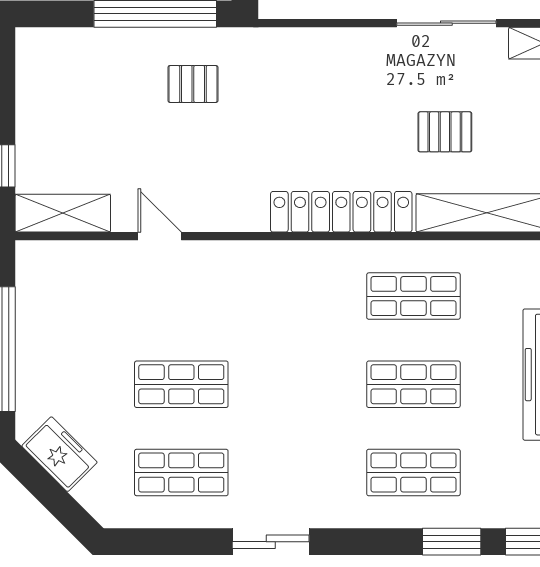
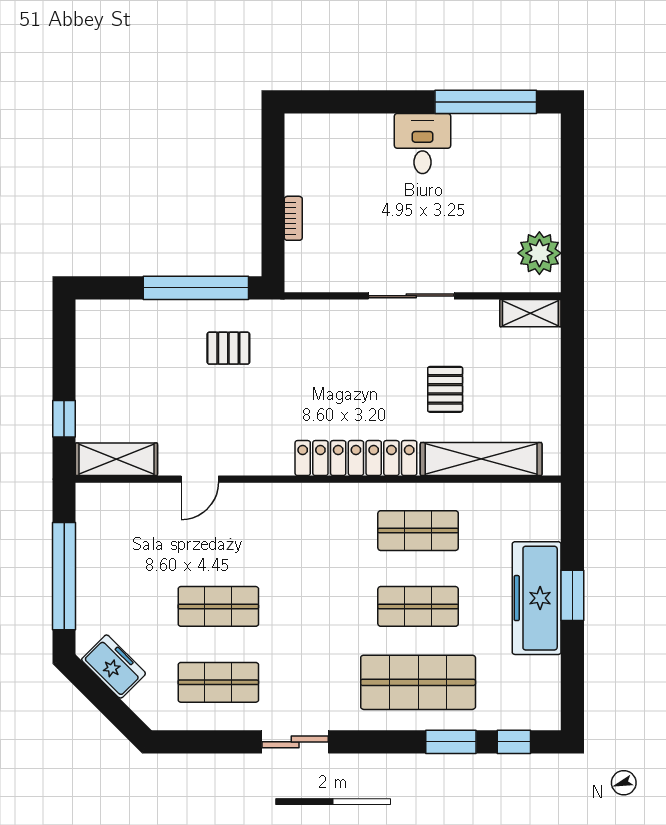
sliding door: (446, 23) -> (411, 296), moved
pallet: (445, 132) -> (445, 389), turned 90
door: (160, 236) -> (200, 479), swing flipped
shop shelf: (413, 472) -> (418, 682), width x1.43, depth x1.36

